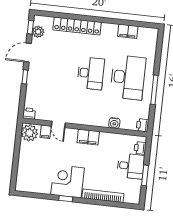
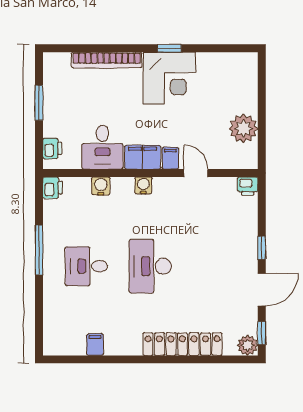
filing cabinet: (128, 31) -> (95, 345), width x0.50
plant: (38, 32) -> (248, 345), moved
desk: (128, 77) -> (86, 266), width x0.53, depth x0.77
water cooler: (90, 121) -> (143, 185), added
filing cabinet: (46, 132) -> (170, 158), moved
plant: (29, 133) -> (243, 128), moved
desk: (131, 166) -> (103, 147), moved, turned -90

